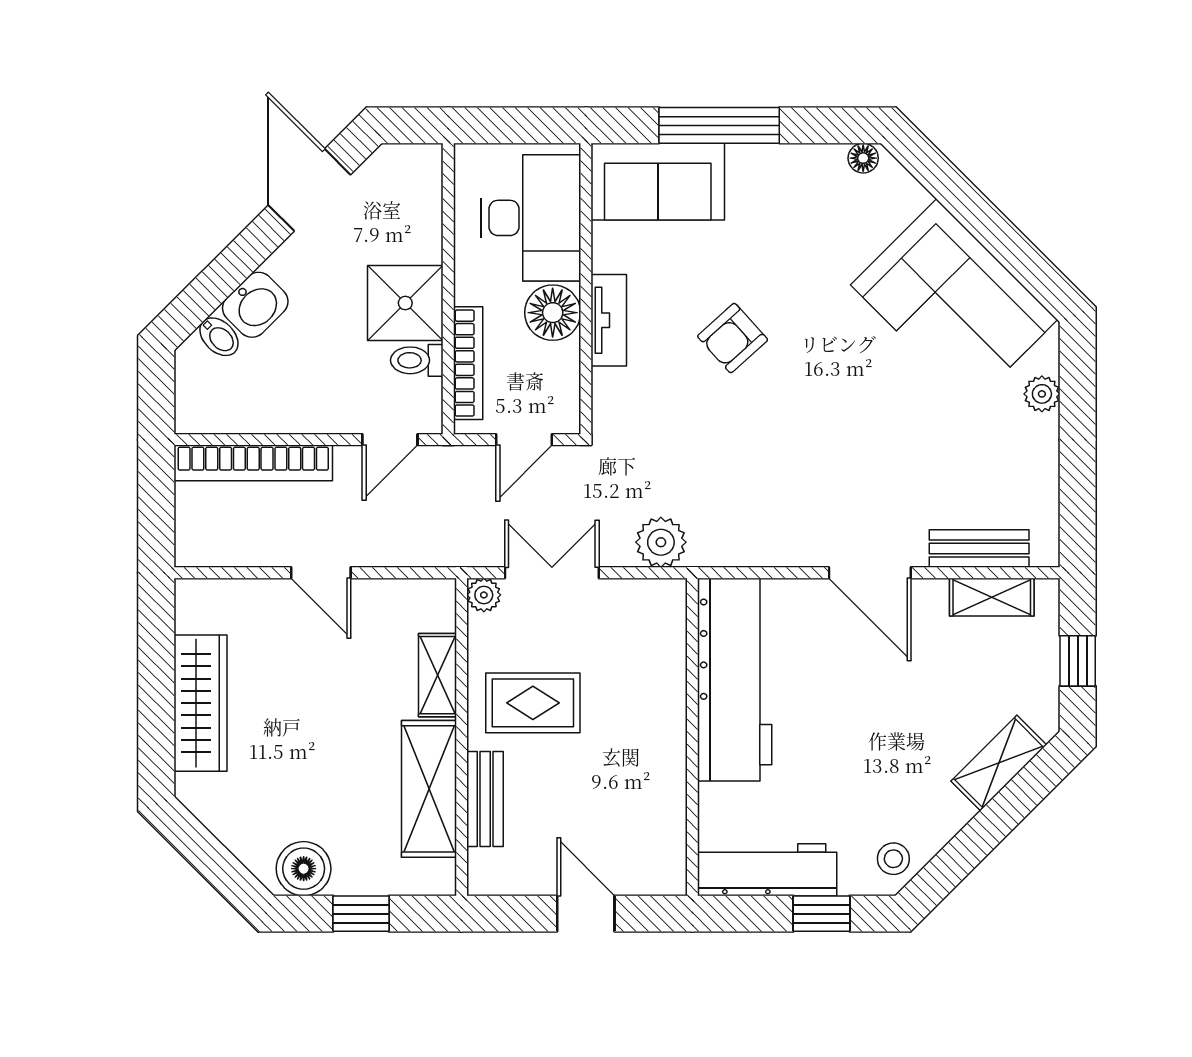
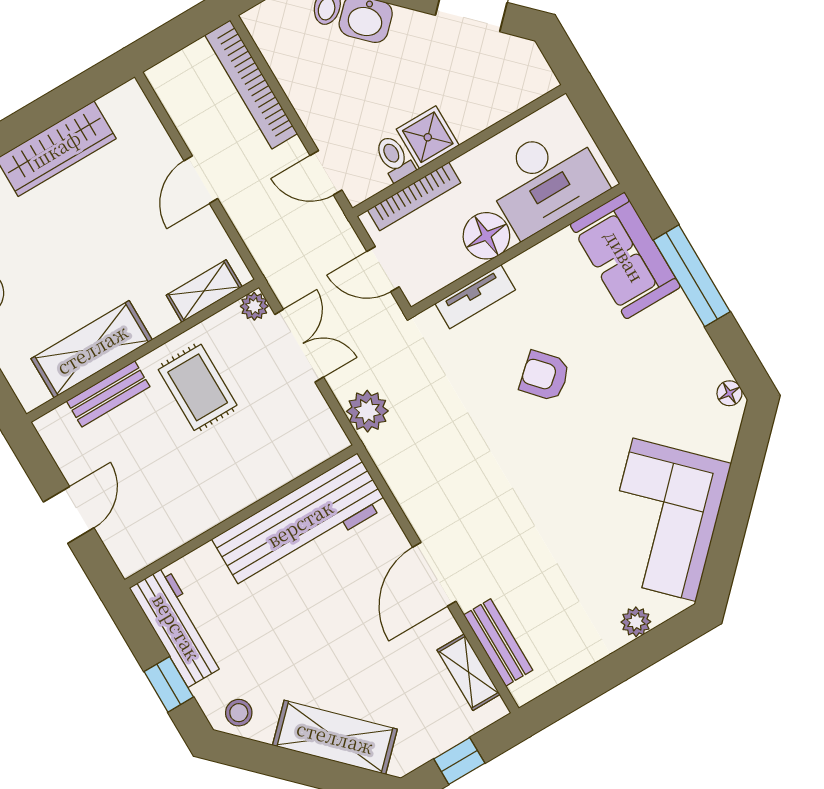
shower: (405, 303) -> (428, 137), width x0.73, depth x0.73
tv unit: (609, 320) -> (475, 297), moved
shelving: (437, 675) -> (204, 291), moved
shelving: (999, 763) -> (335, 737), width x1.50, depth x1.33

